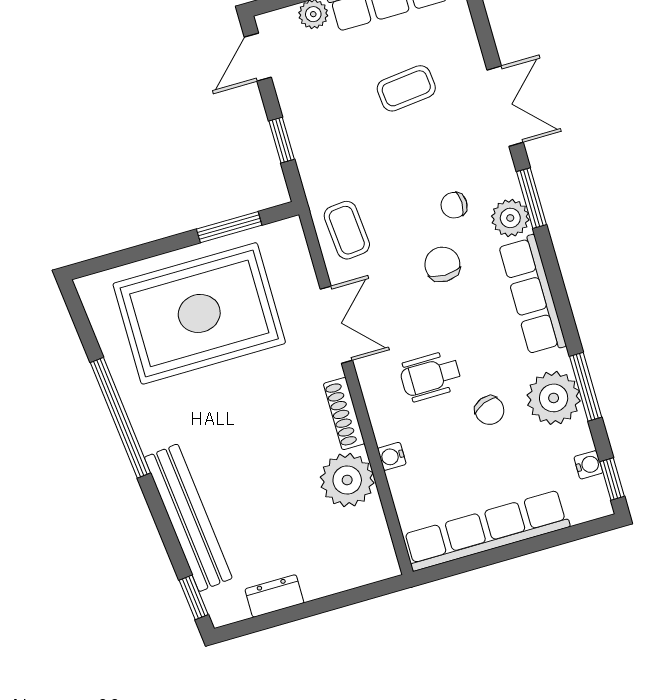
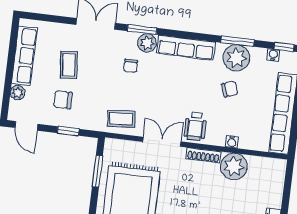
chair: (442, 264) -> (63, 100), moved
wheelchair: (430, 376) -> (195, 126), moved

